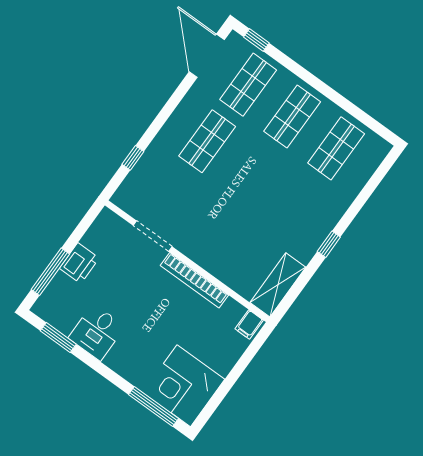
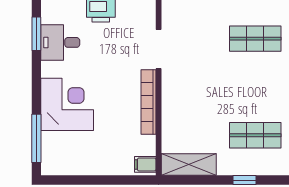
shop shelf: (295, 205) -> (255, 135), added
desk: (97, 332) -> (60, 42), moved
corner desk: (184, 386) -> (67, 104), moved, turned 90

